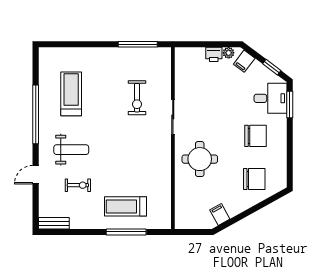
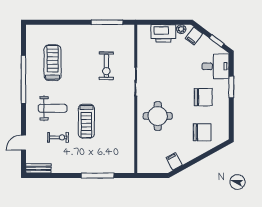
printer: (214, 54) -> (163, 33), width x1.87, depth x1.48
window: (290, 104) -> (231, 87), moved
door: (36, 175) -> (23, 143), moved
treadmill: (126, 206) -> (86, 121), moved, turned -90

